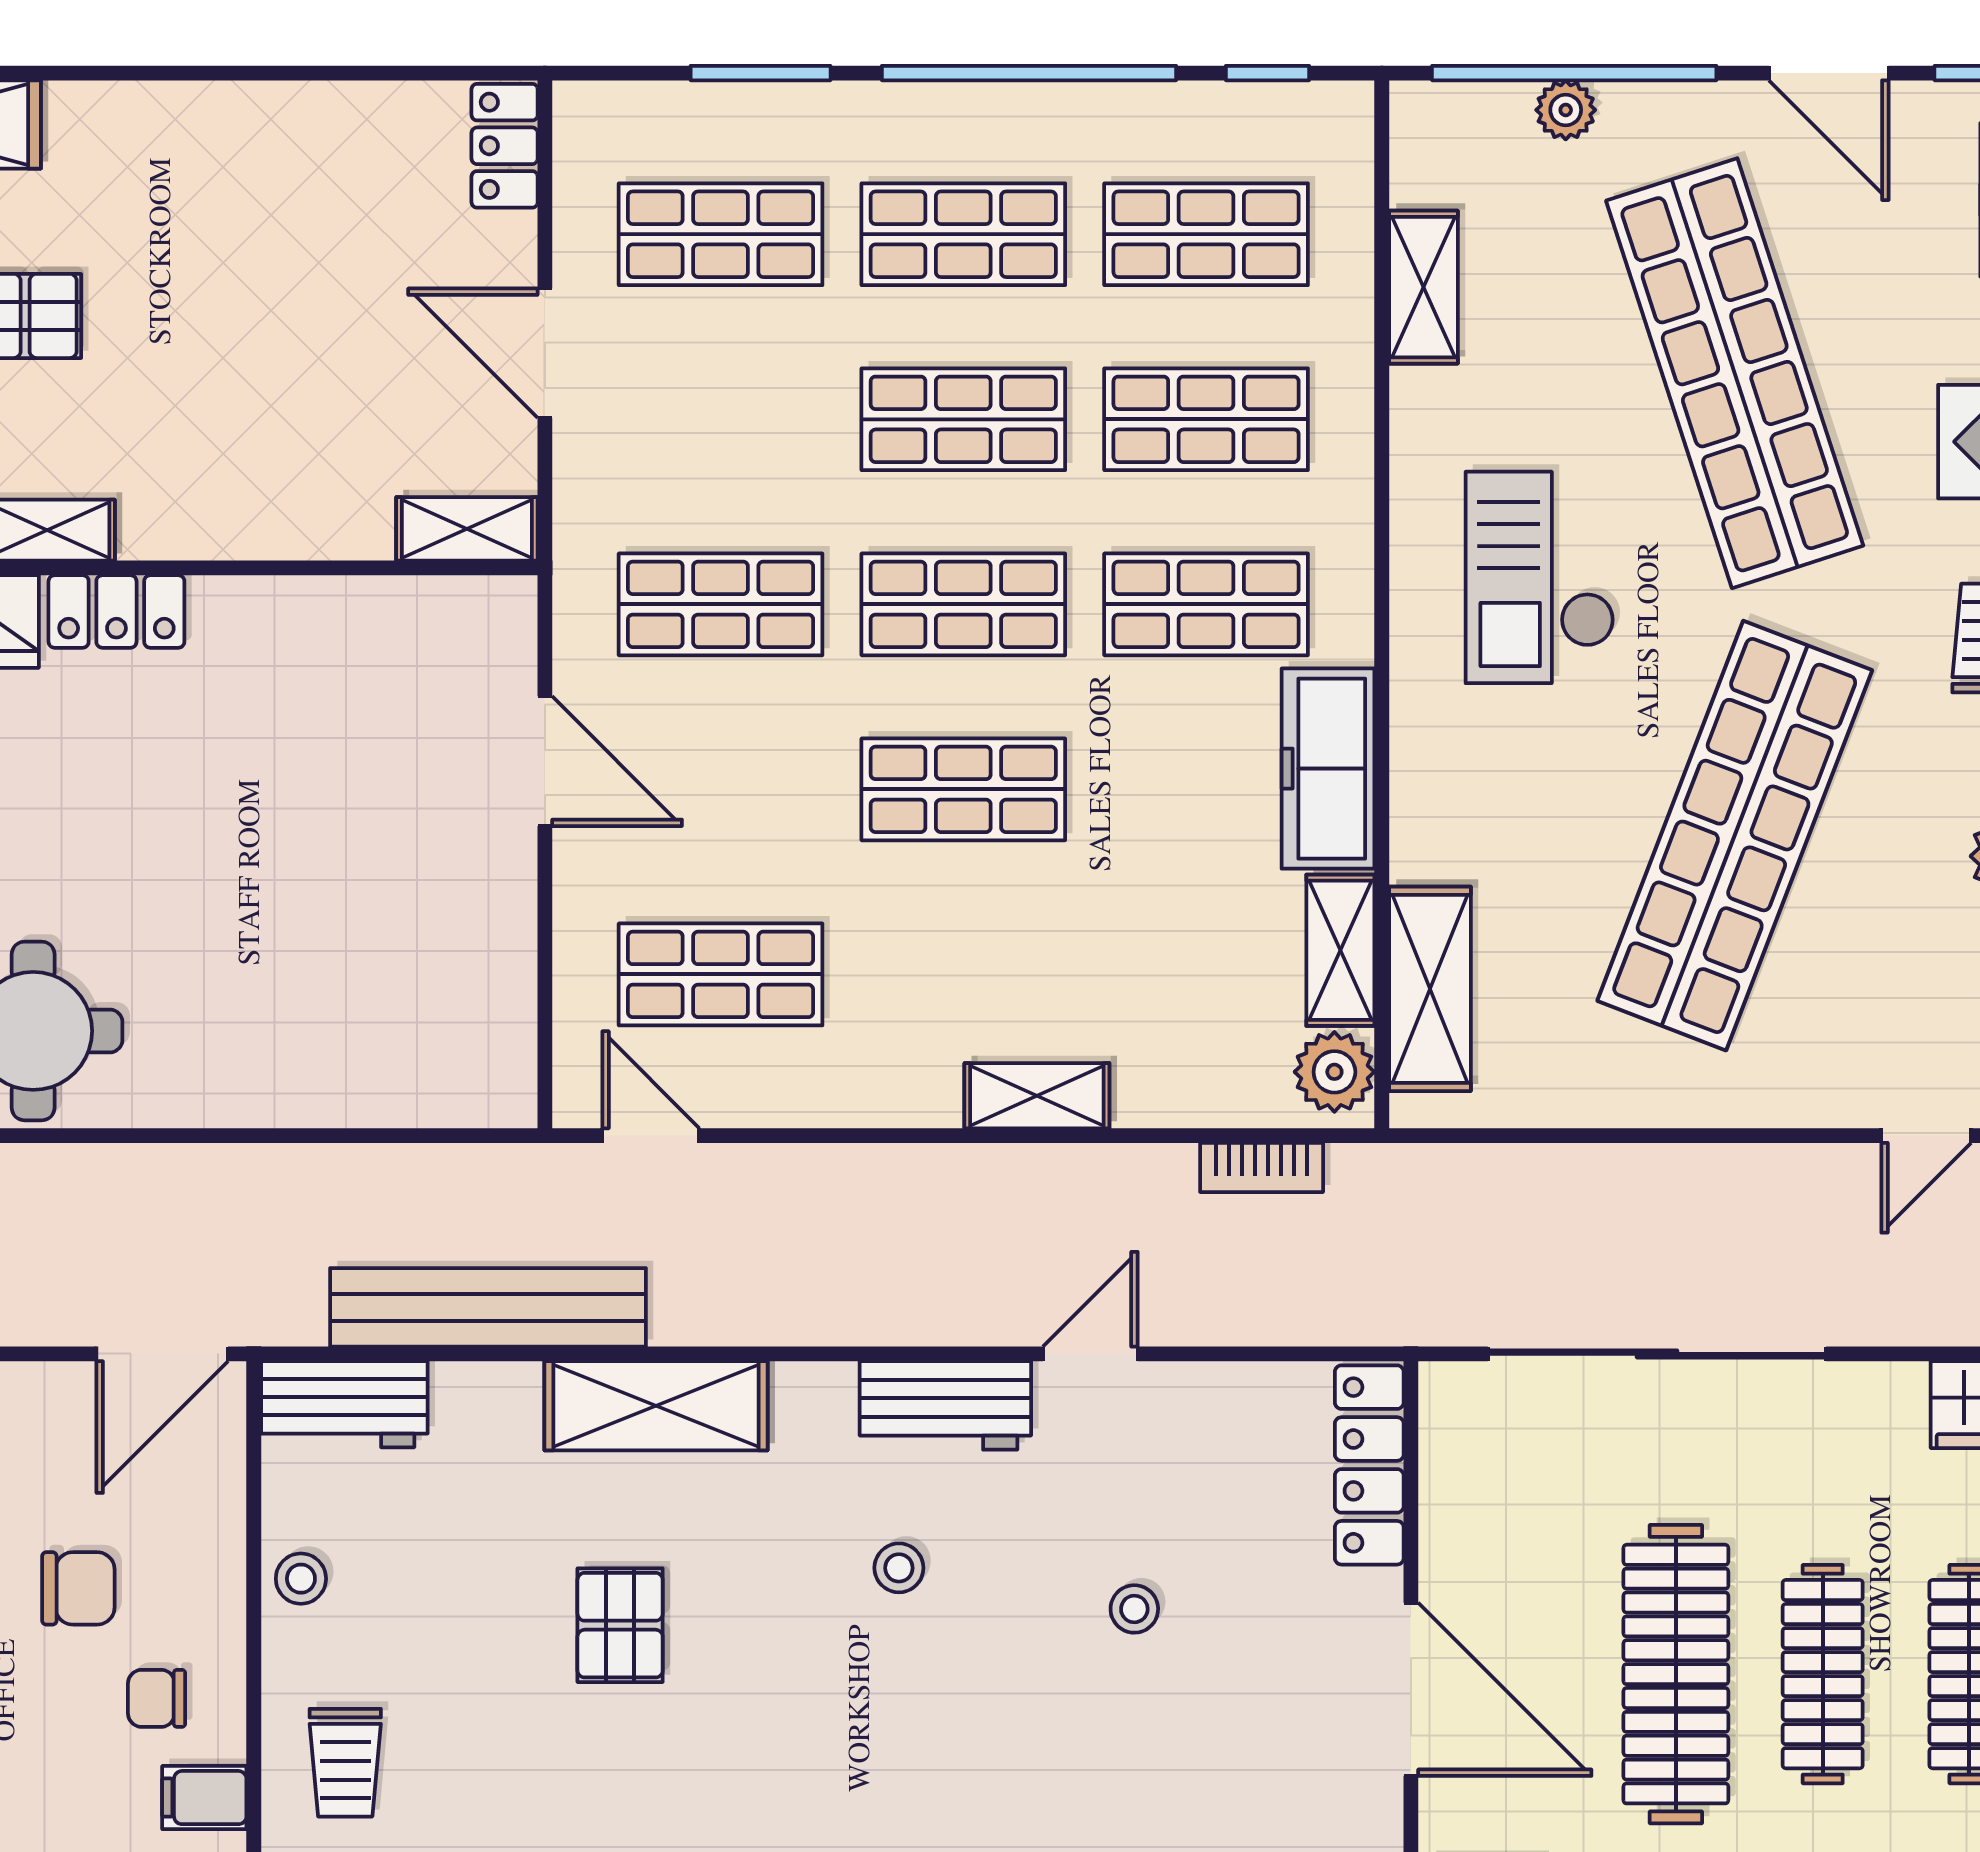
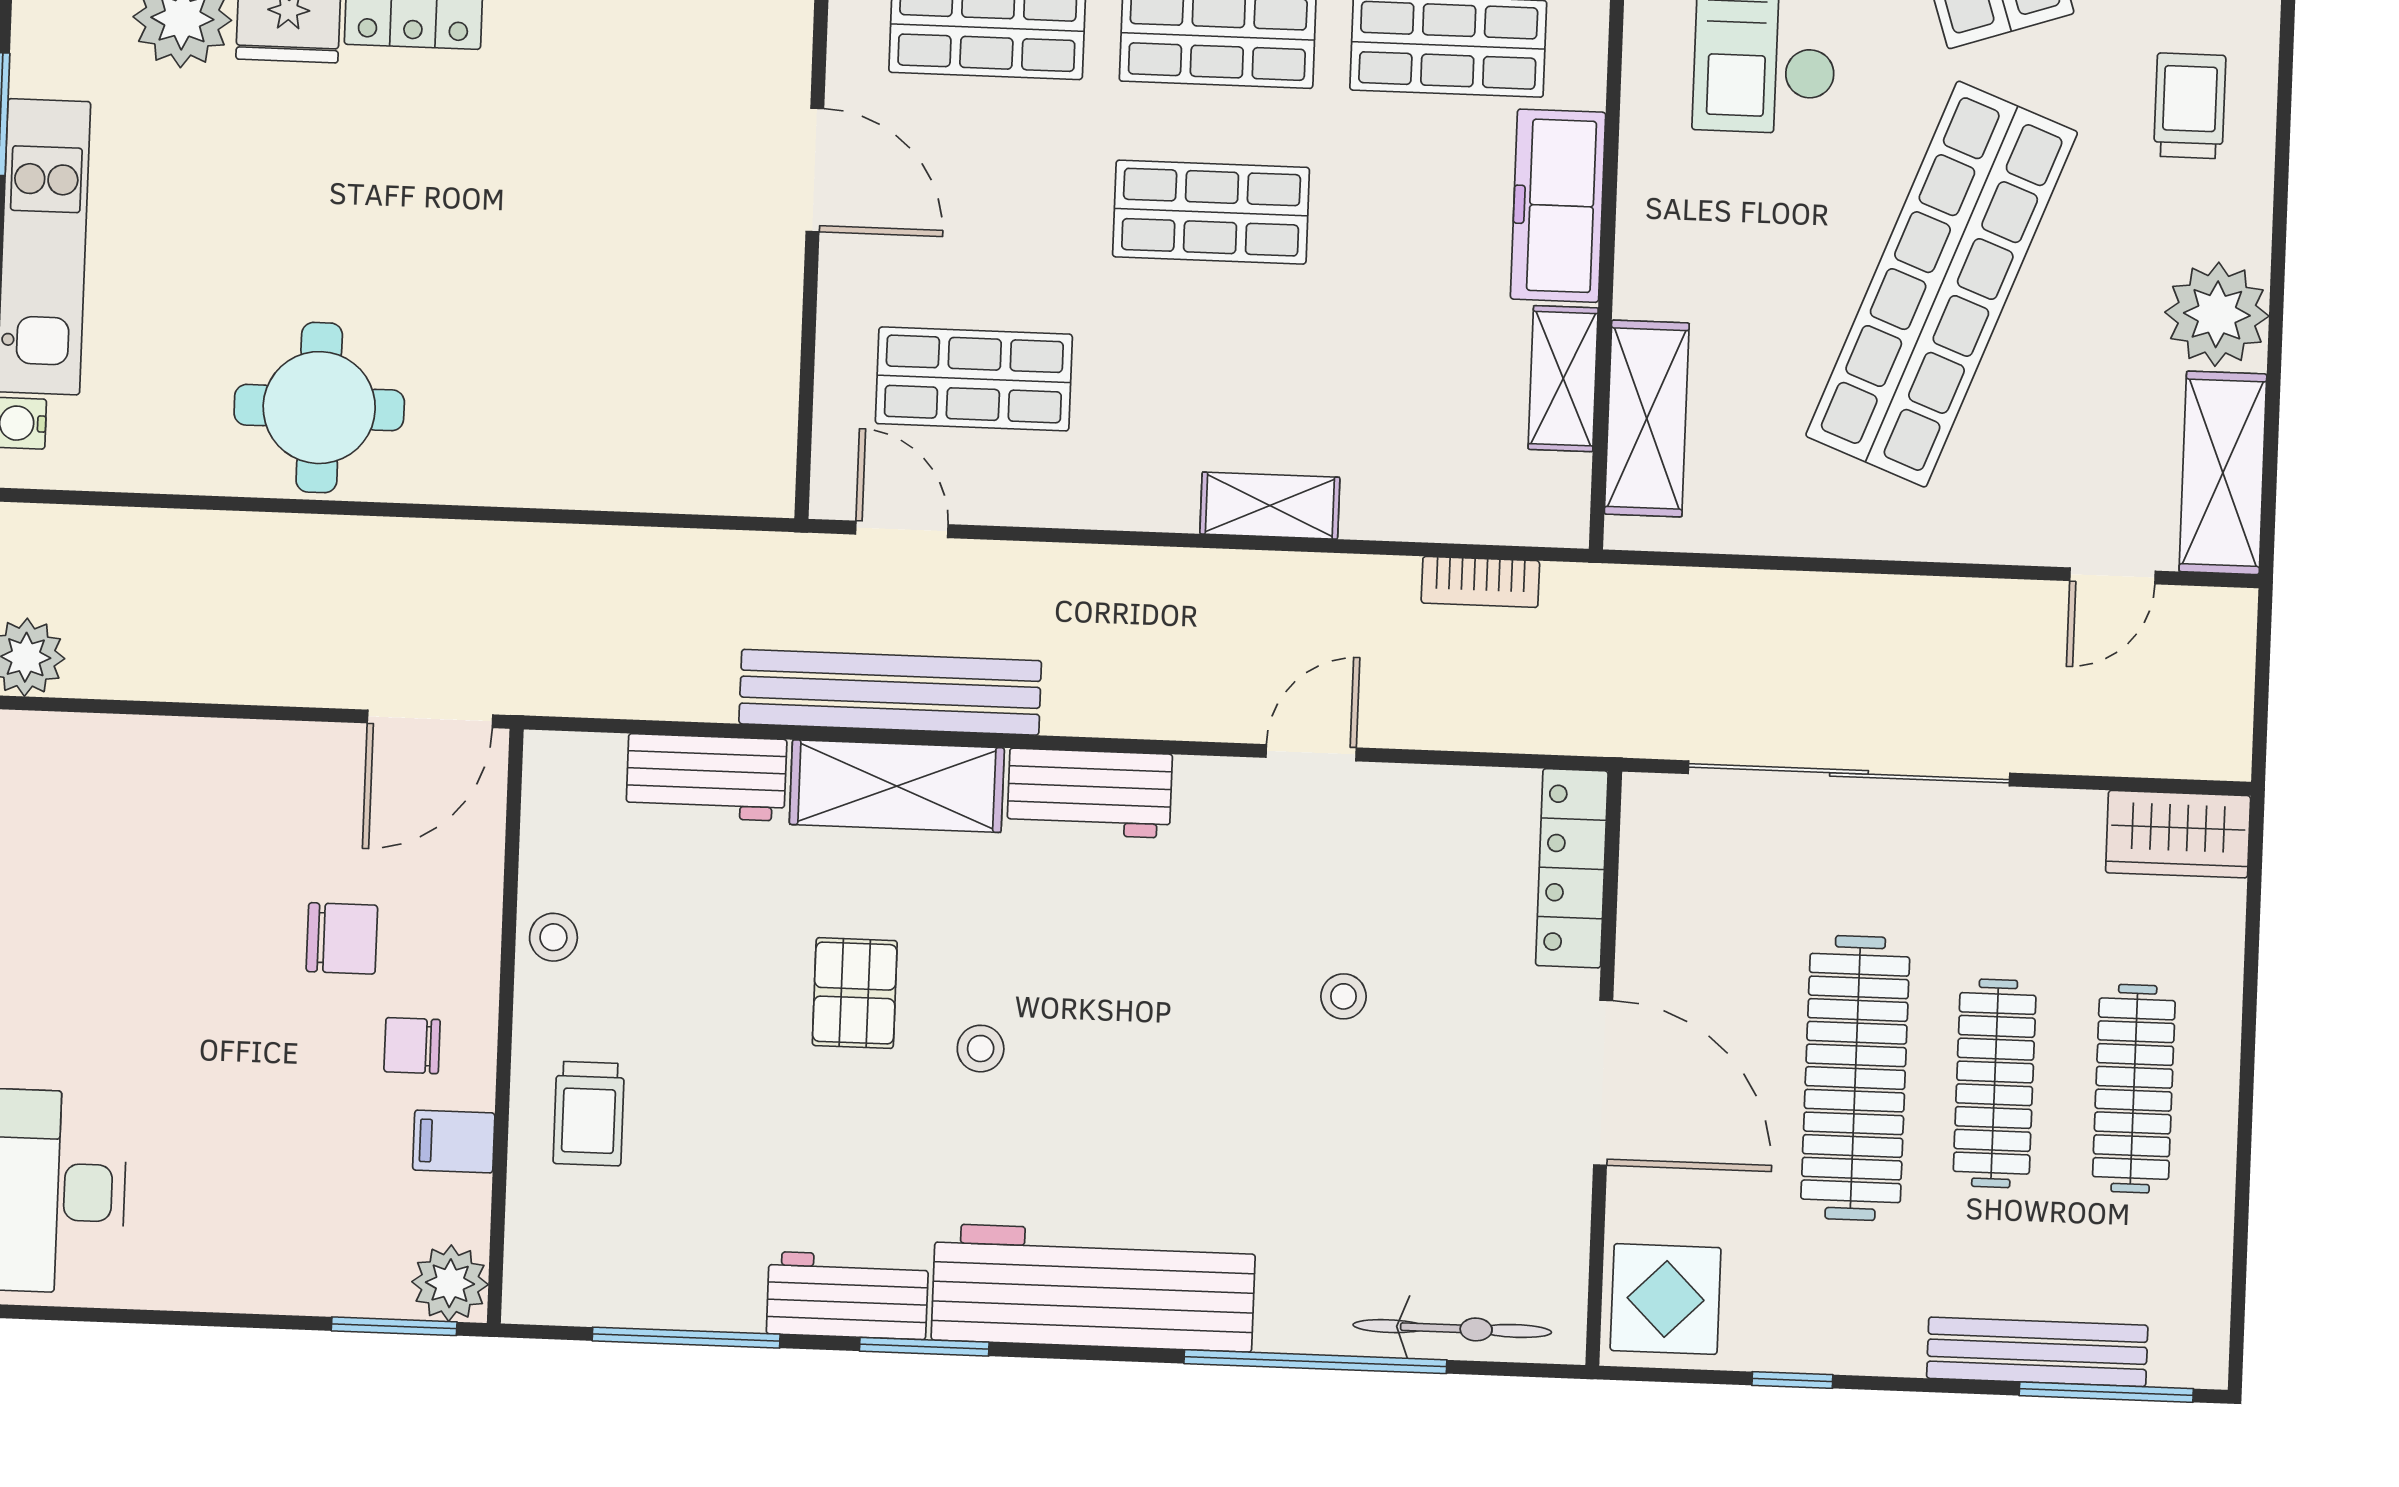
plant: (1334, 1072) -> (1553, 494), removed
bench: (488, 1307) -> (890, 692), moved
workbench: (344, 1404) -> (706, 777), moved
workbench: (945, 1405) -> (1090, 793), moved
stool: (899, 1568) -> (981, 1049), moved

